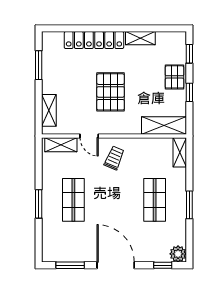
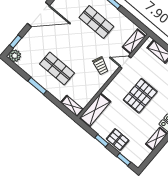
pallet: (111, 92) -> (140, 96), turned 90

